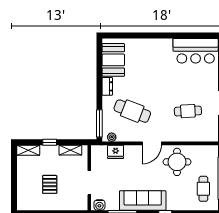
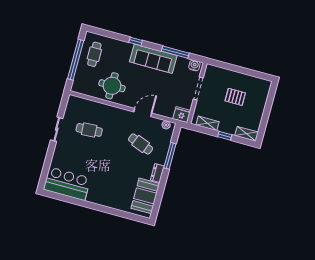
cafe table: (132, 111) -> (141, 144), width x0.73, depth x0.74
window: (99, 123) -> (170, 156), moved
door: (152, 143) -> (143, 112), moved
fridge: (116, 152) -> (182, 115), moved
pallet: (50, 184) -> (235, 97), turned 90

